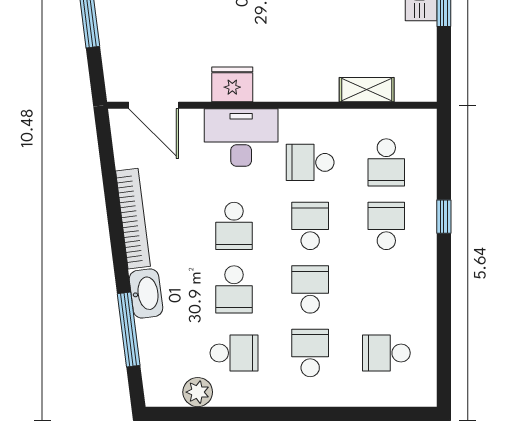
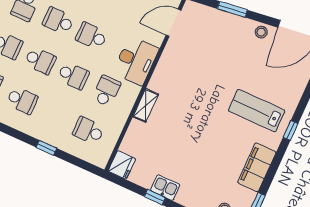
fridge: (232, 84) -> (122, 165), moved
shelving: (367, 90) -> (146, 105), moved
school desk: (386, 226) -> (22, 100), moved

